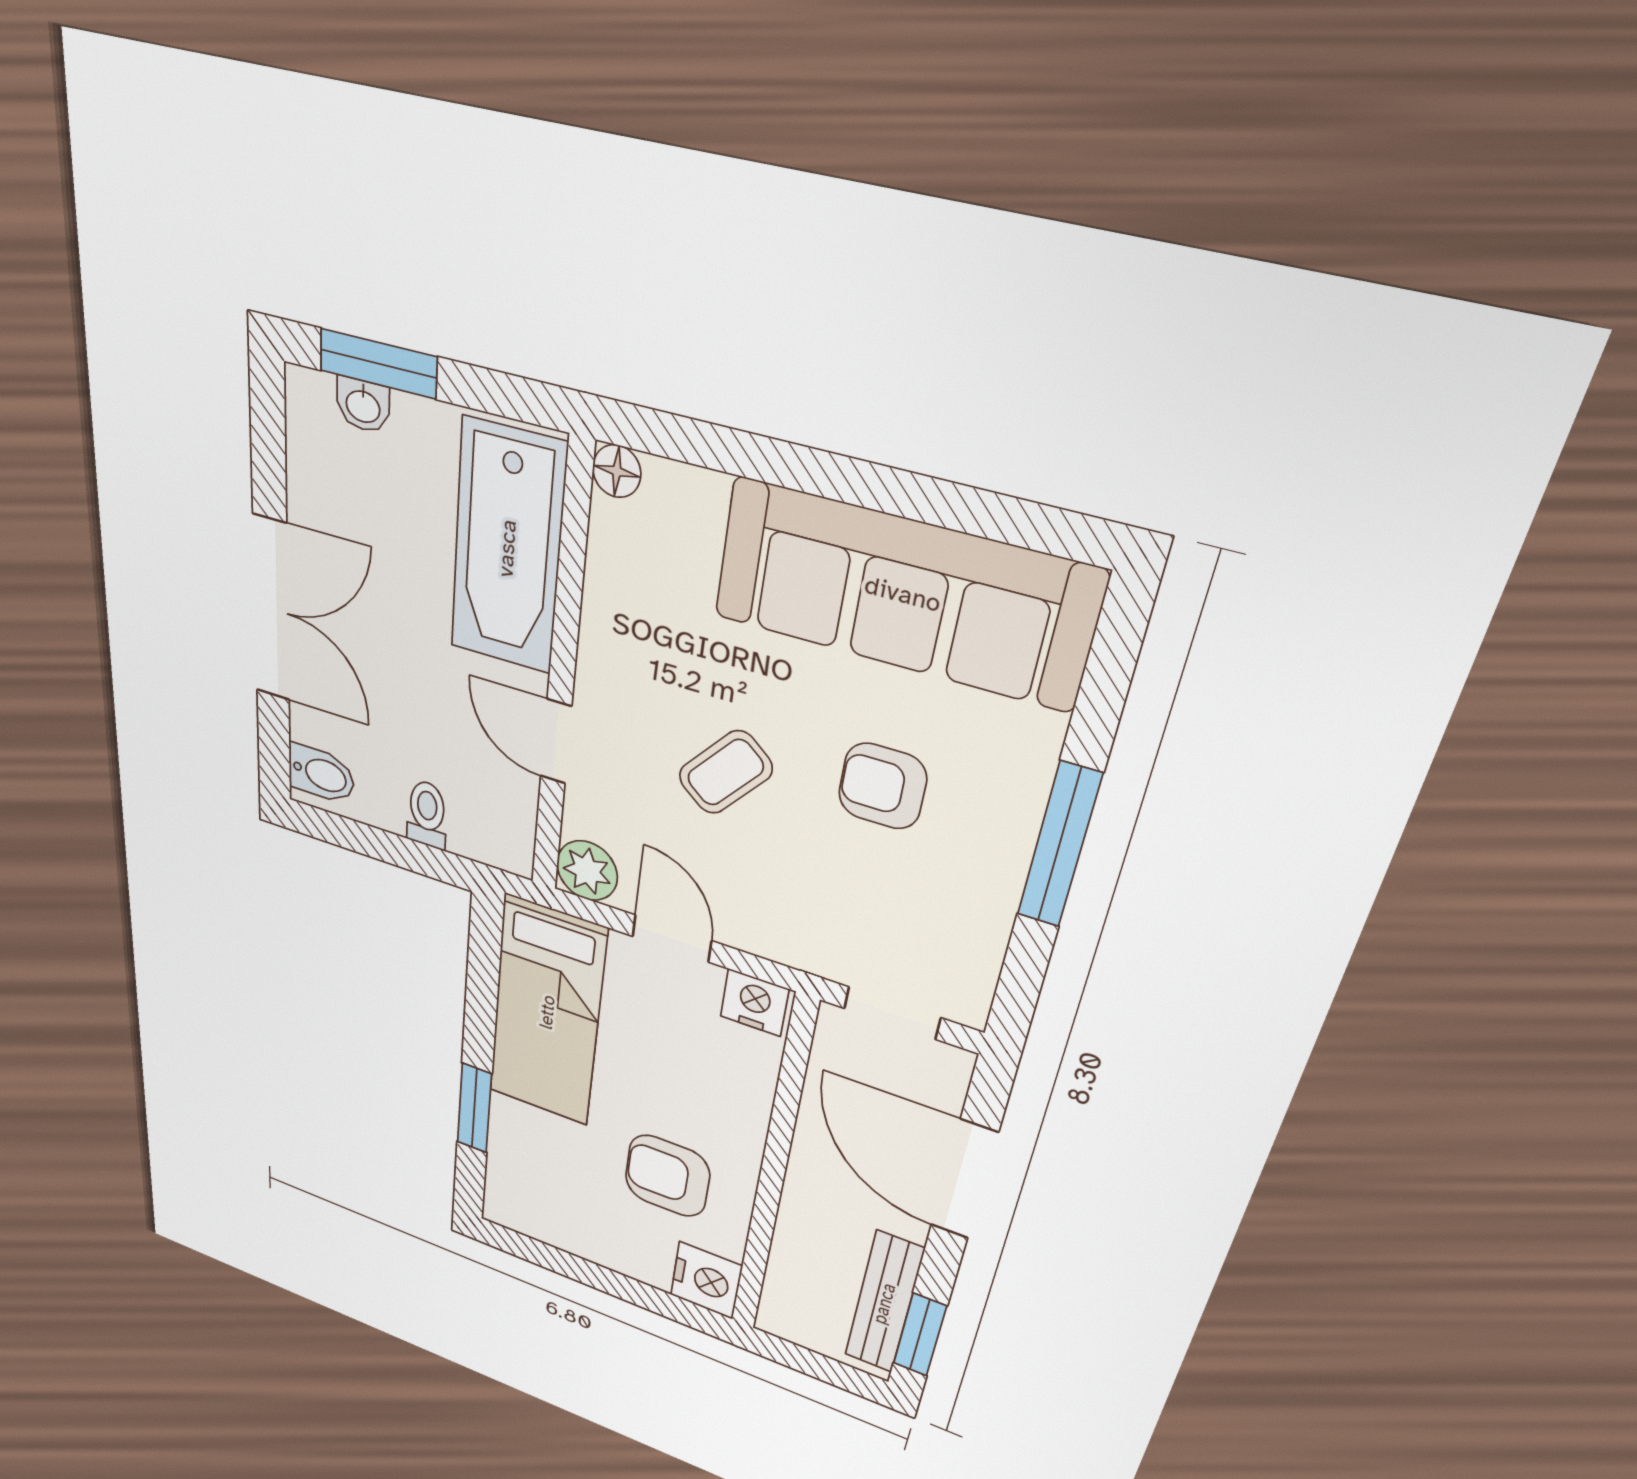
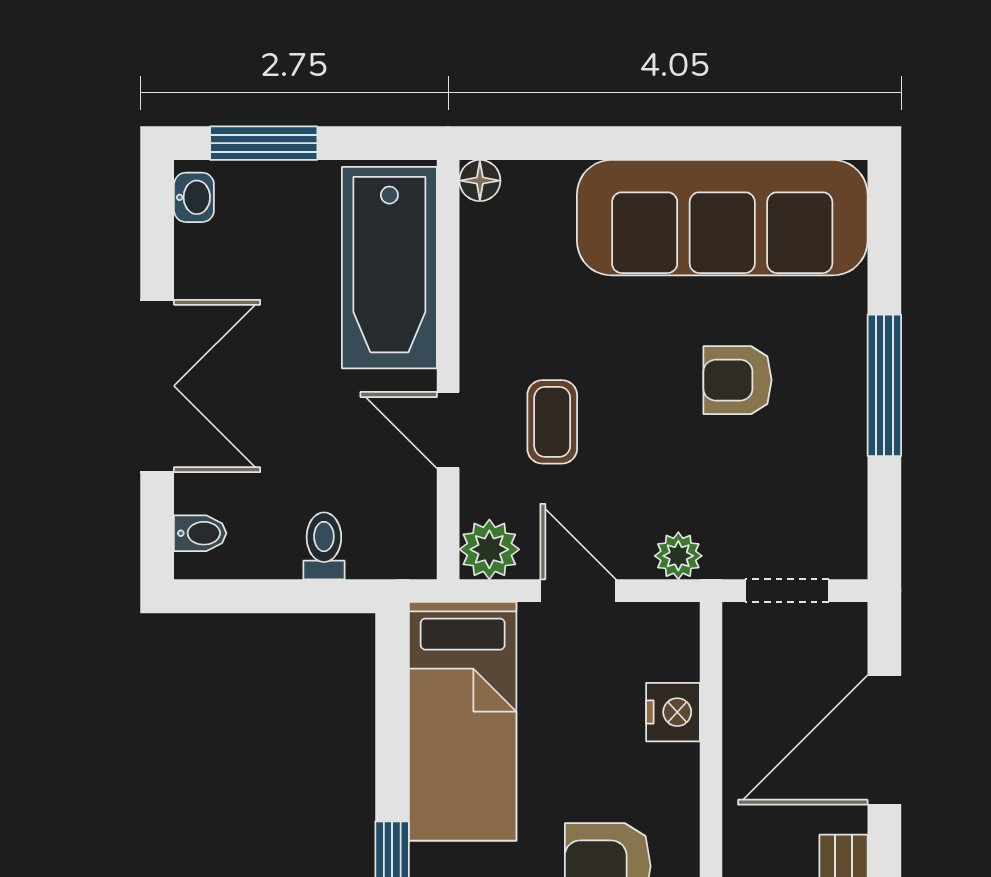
washbasin: (363, 405) -> (194, 197), moved, turned -90
coffee table: (725, 772) -> (552, 422), moved, turned -40
bidet: (321, 774) -> (200, 533), width x0.72, depth x0.74
plant: (781, 941) -> (678, 556), added
nightstand: (755, 1003) -> (673, 712), moved, turned 90
door: (964, 1179) -> (884, 740), hinge flipped

